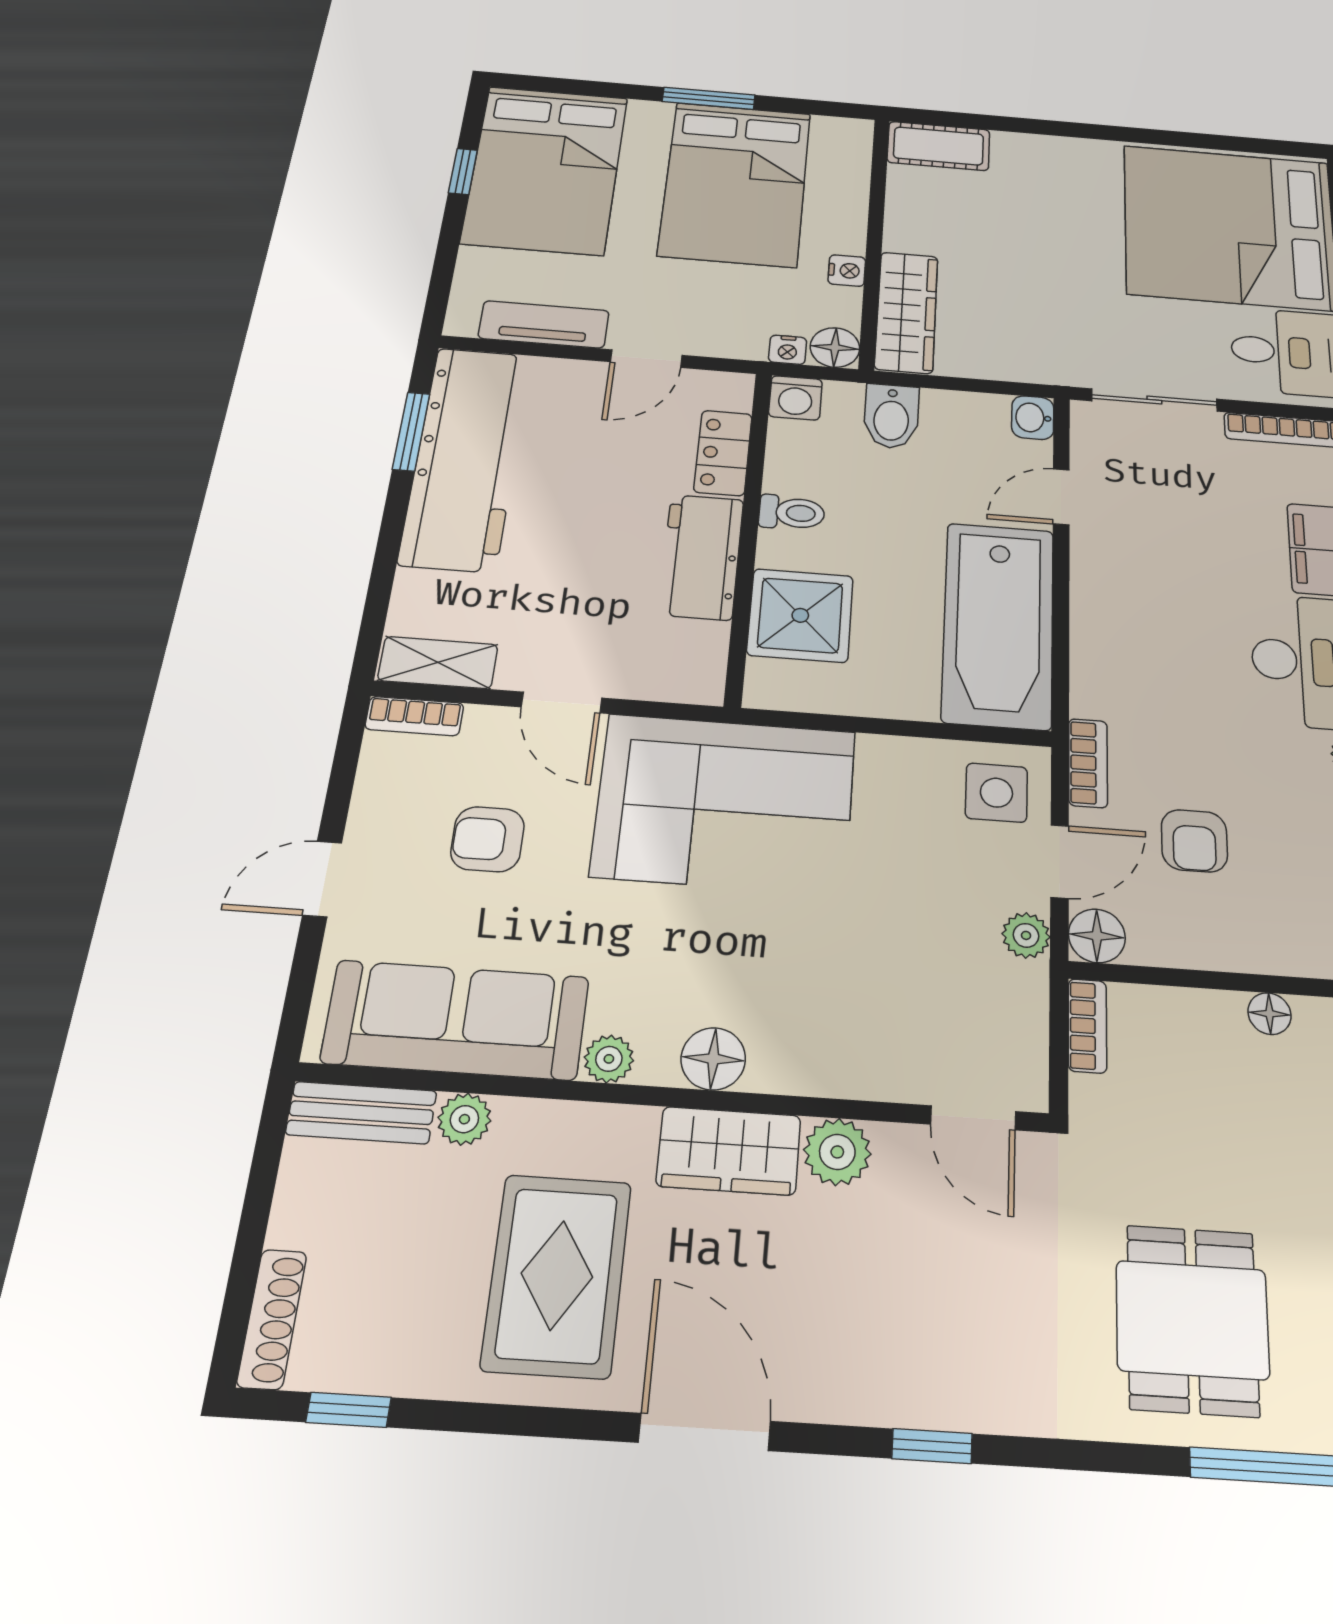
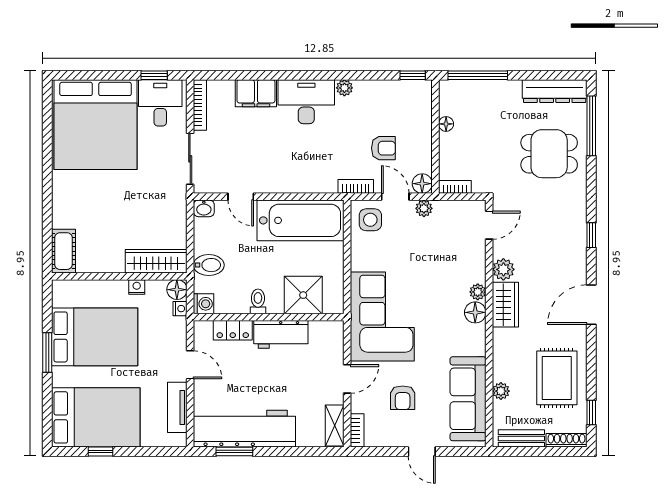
plant: (609, 1059) -> (478, 292), moved
bench: (361, 1113) -> (521, 438), moved, turned 90
rug: (557, 1275) -> (557, 378), moved, turned 90

